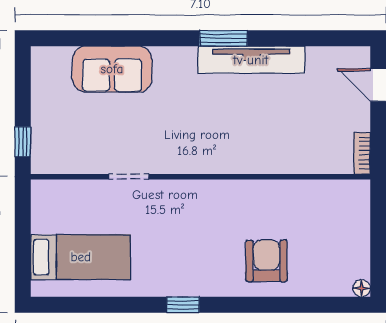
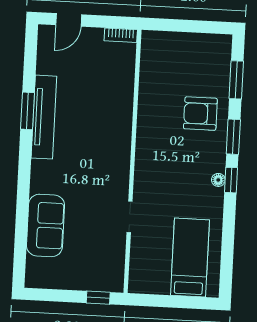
window: (223, 38) -> (27, 111), moved
floor lamp: (362, 288) -> (218, 180), moved
window: (239, 305) -> (233, 137), added
window: (312, 305) -> (236, 80), added

